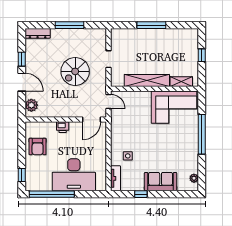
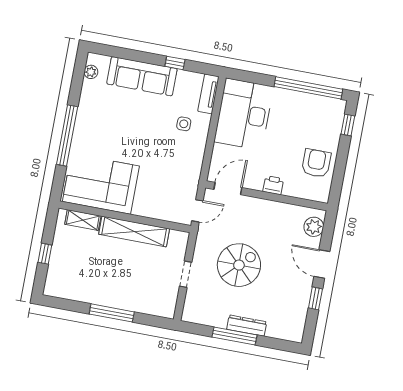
dresser: (38, 33) -> (247, 326), moved
door: (108, 101) -> (197, 211), swing flipped
desk: (74, 175) -> (244, 114), moved, turned -90
sofa: (161, 182) -> (142, 76), width x1.36

